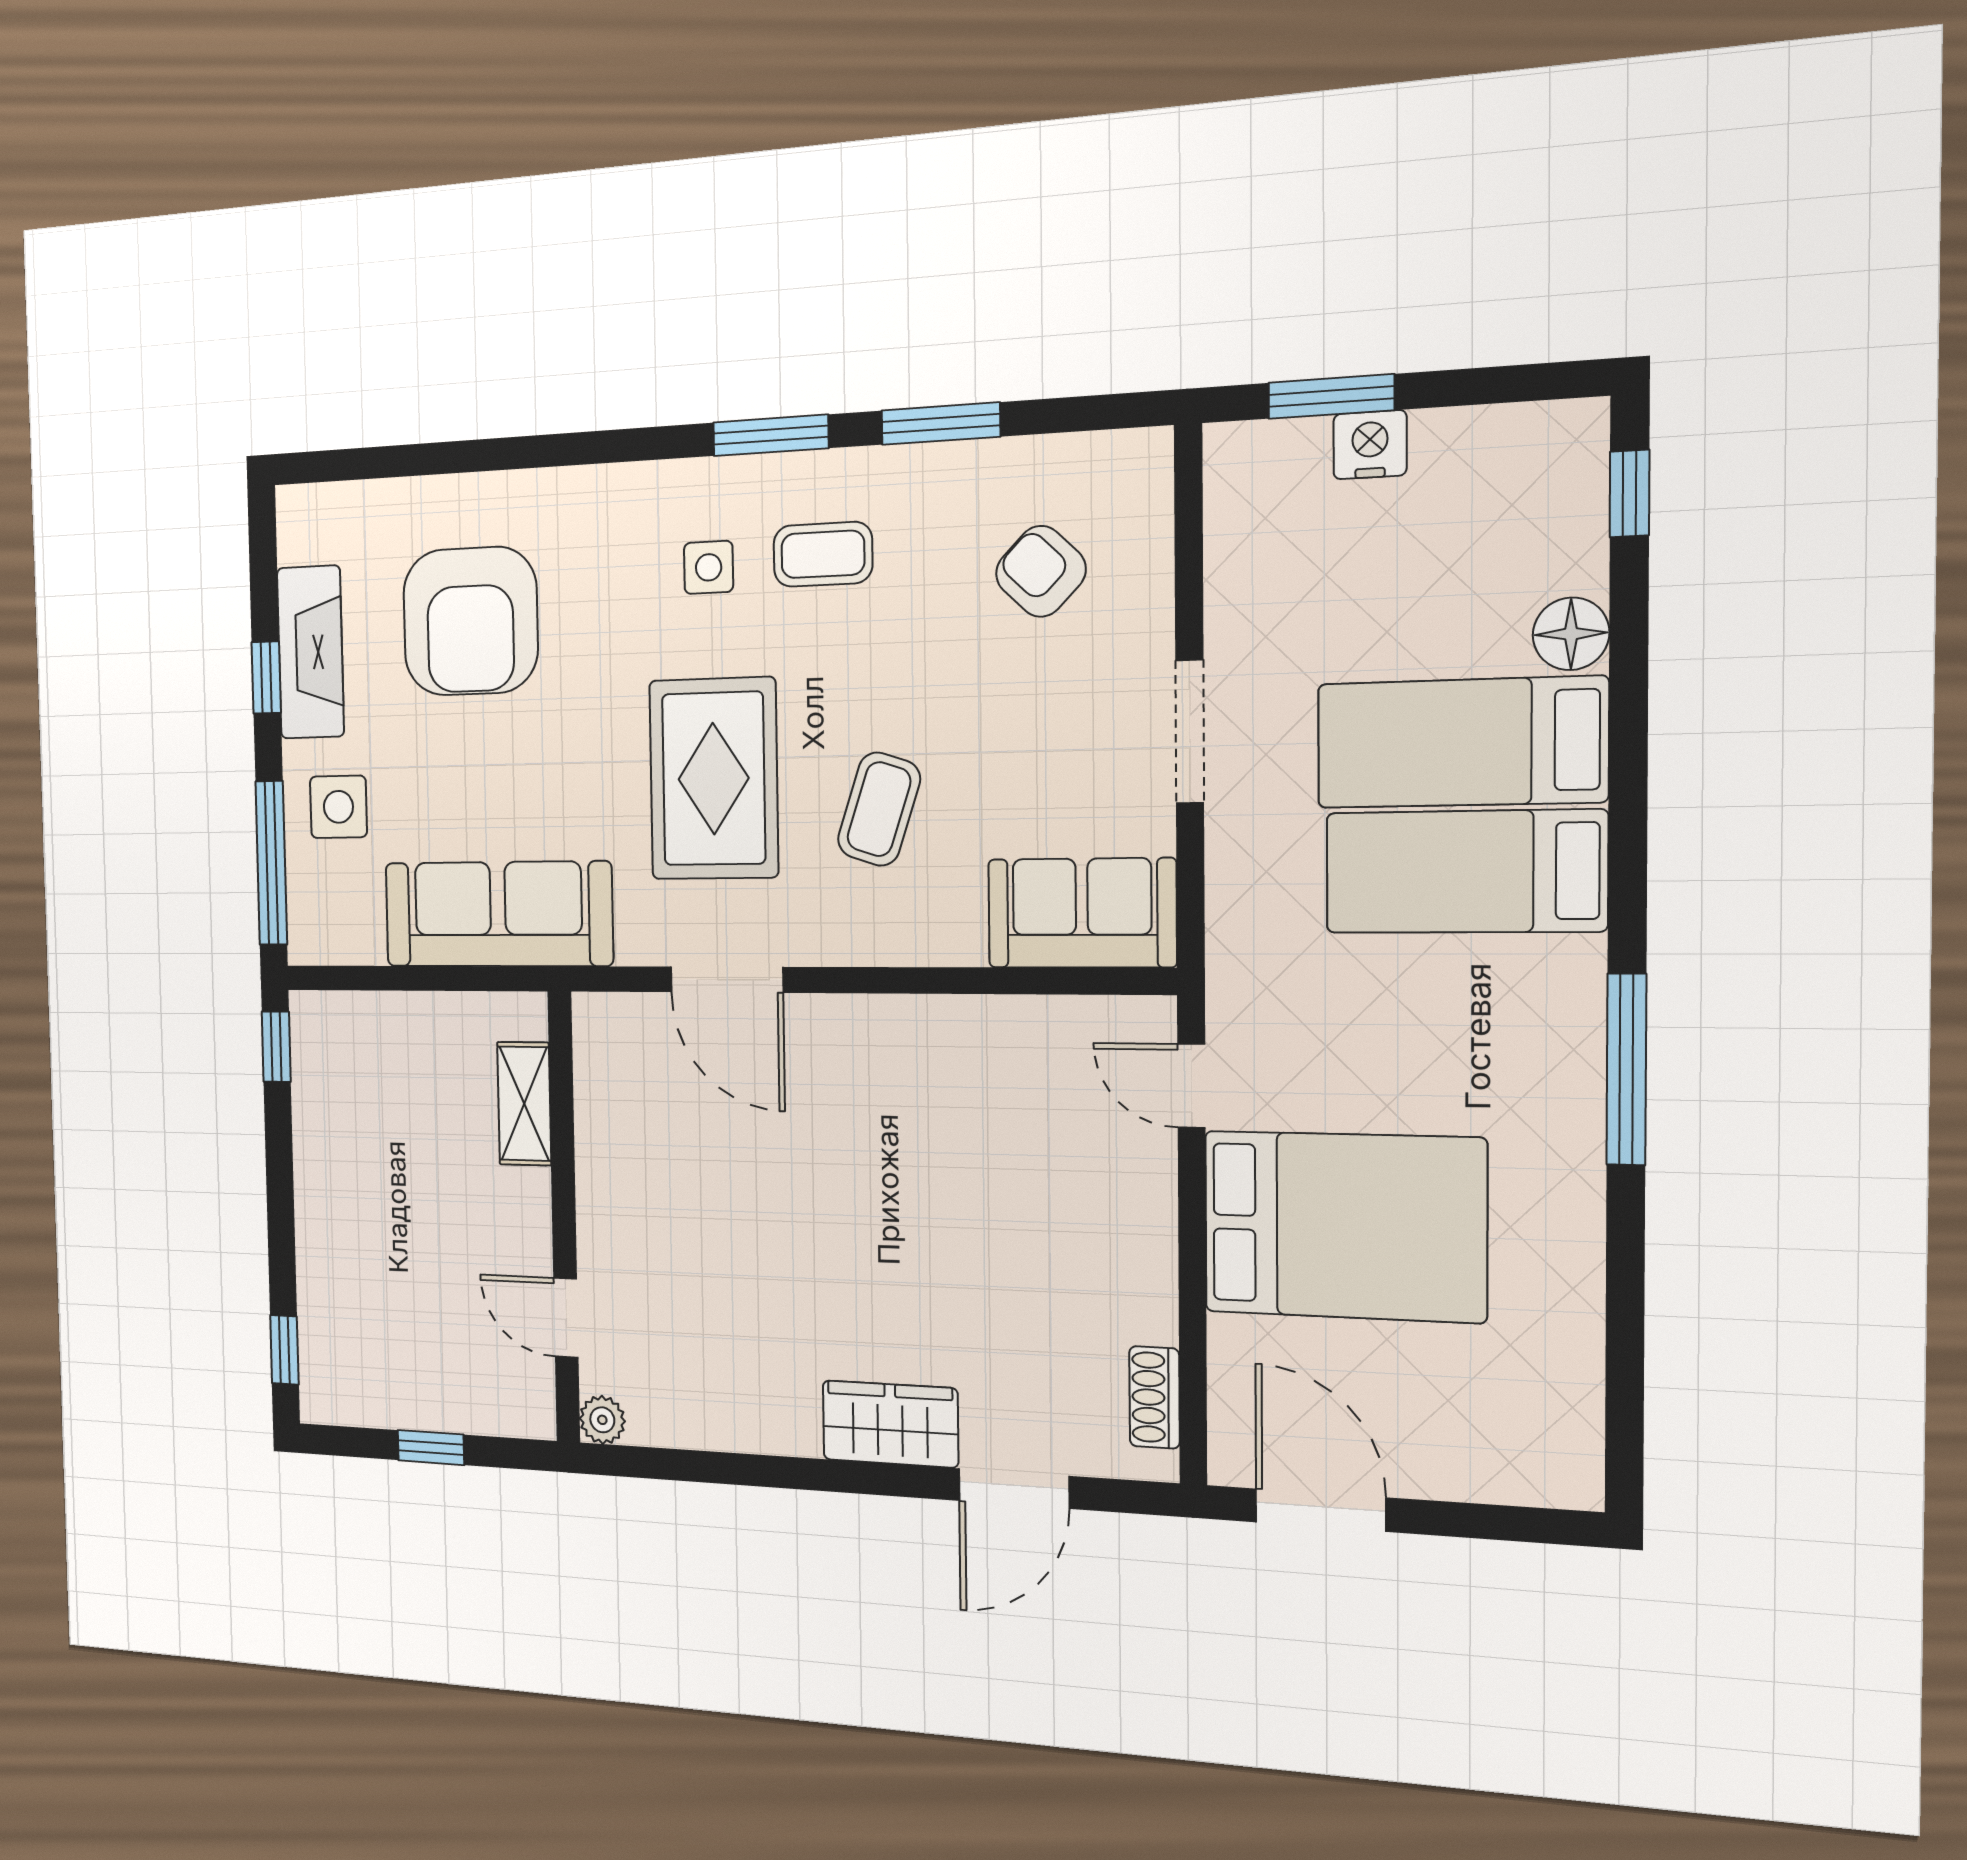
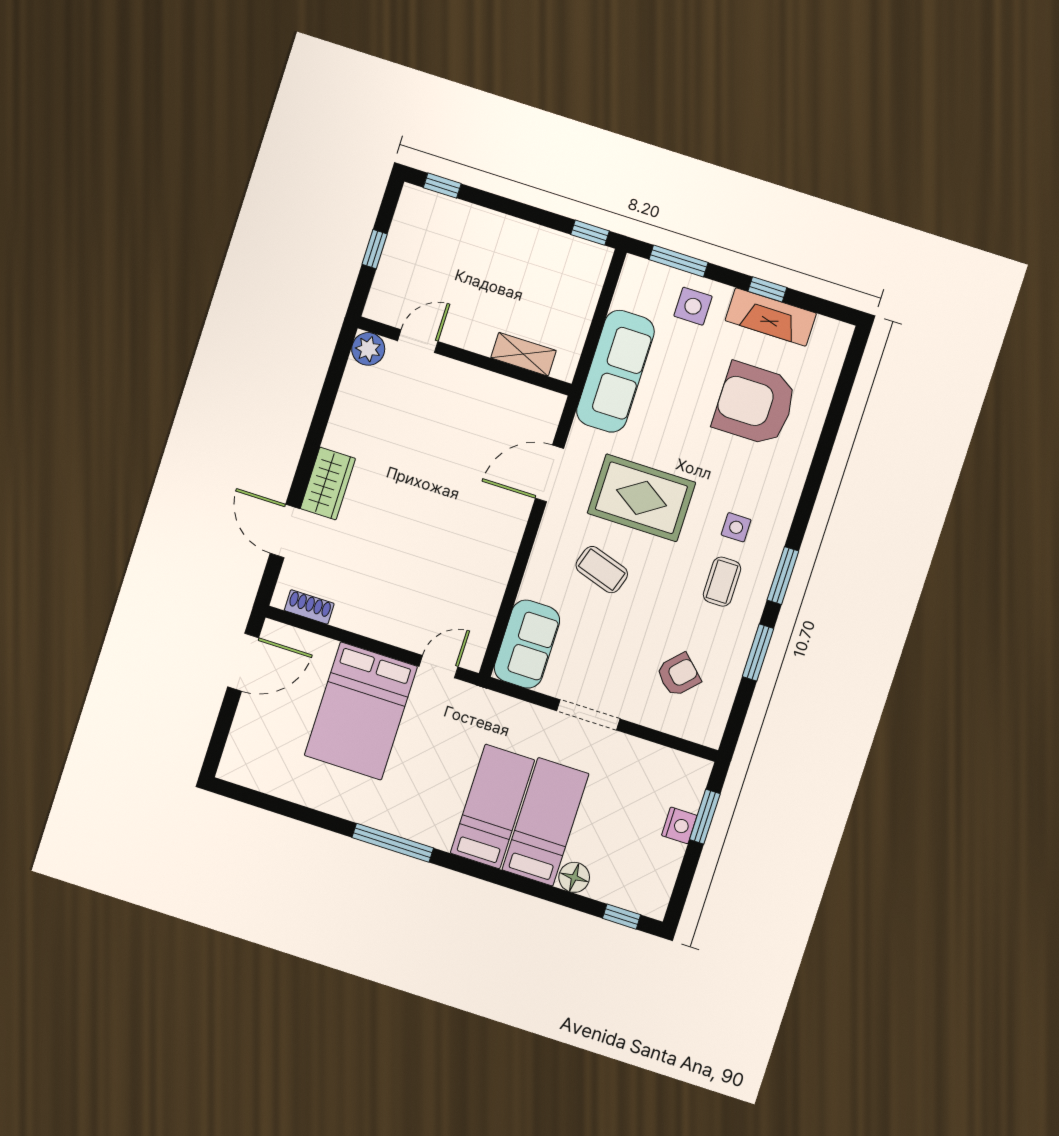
window: (271, 863) -> (679, 261), width x0.69
plant: (602, 1420) -> (368, 349), width x1.38, depth x1.38

